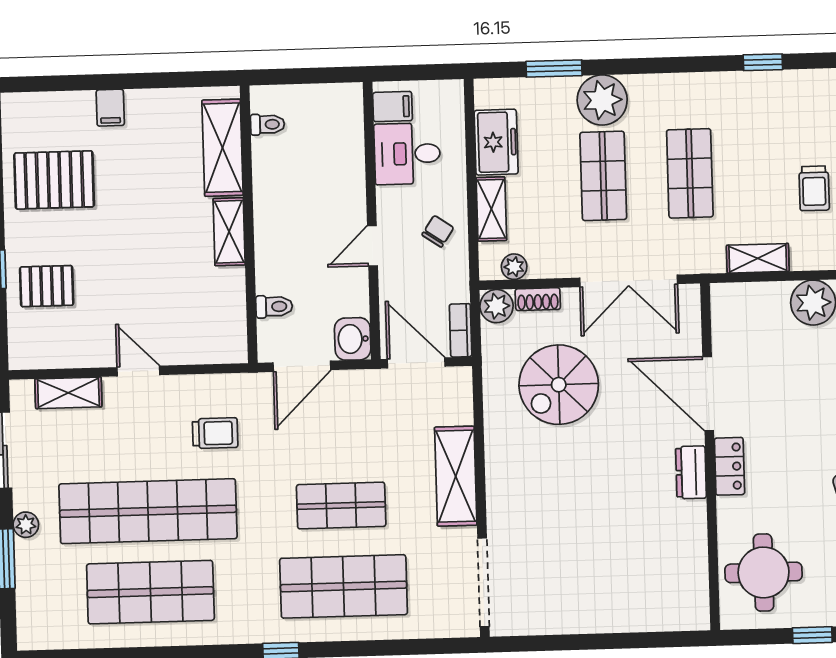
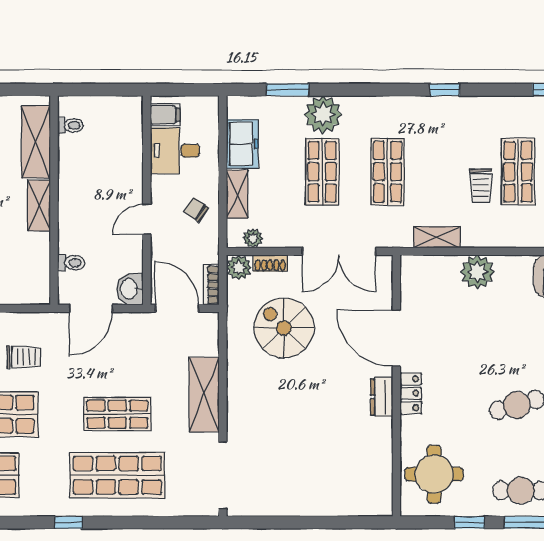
chair: (438, 231) -> (196, 210), turned -89
spiral stairs: (559, 385) -> (284, 328), turned 90

